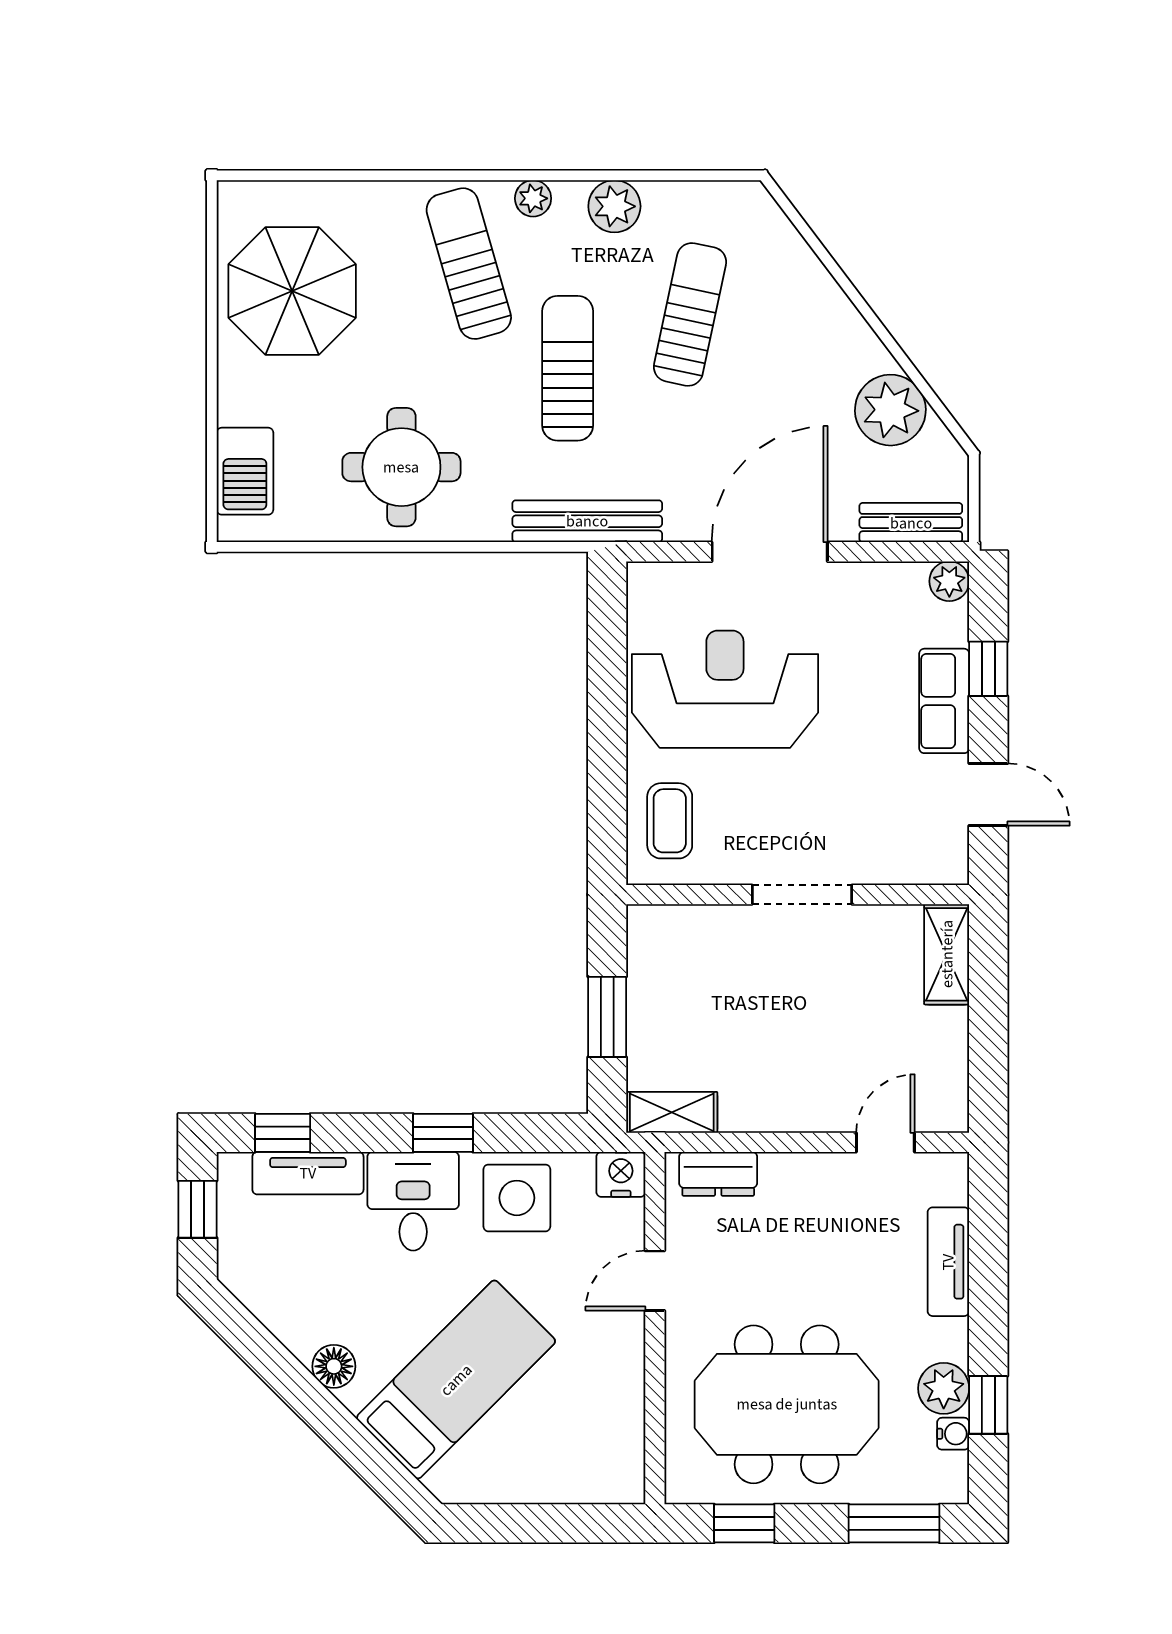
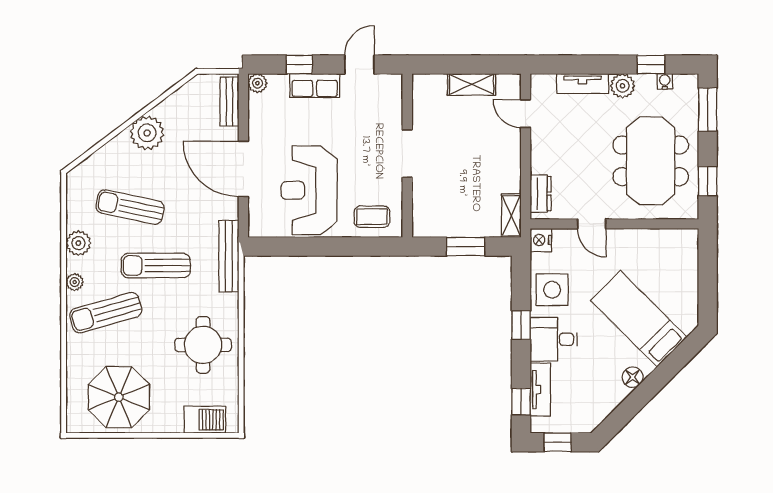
plant: (890, 410) -> (147, 133), moved
shelving: (947, 954) -> (472, 84), moved
plant: (944, 1388) -> (623, 86), moved

